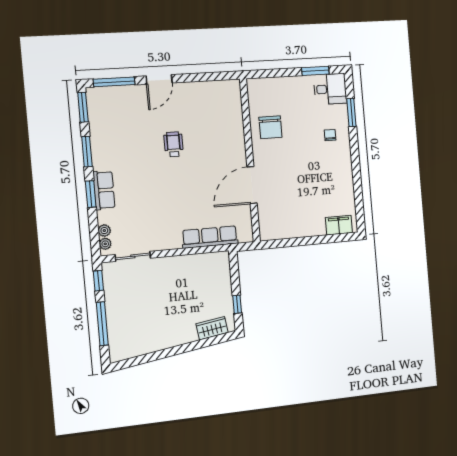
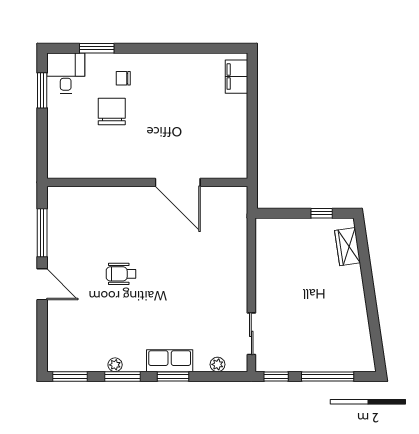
window: (114, 82) -> (42, 233), moved
chair: (270, 127) -> (112, 112), moved, turned -90
row of seats: (210, 237) -> (237, 240), removed
plant: (105, 244) -> (115, 365), moved

